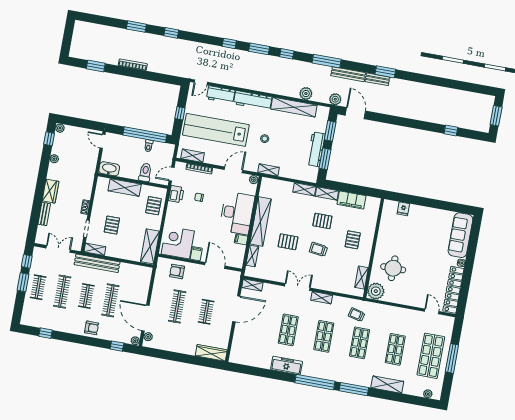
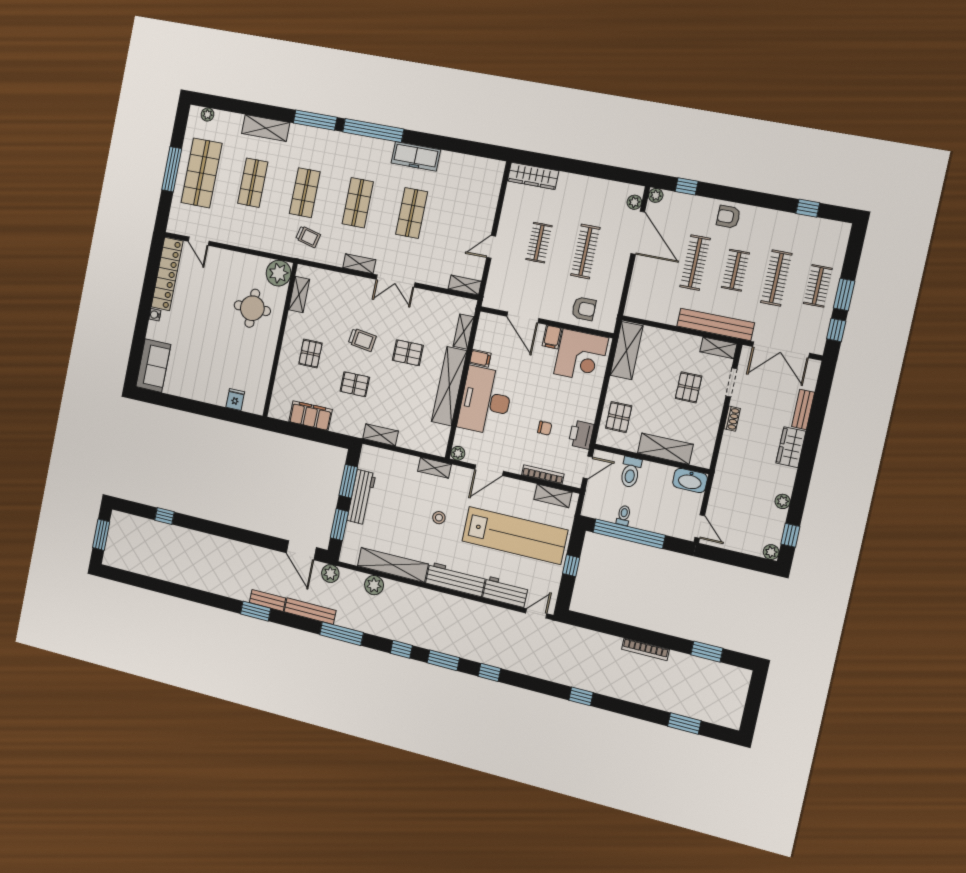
window: (136, 27) -> (684, 723), moved
shelving: (327, 193) -> (347, 427), removed
sofa: (460, 235) -> (153, 366), width x0.73
double door: (58, 249) -> (781, 350), width x1.37
door: (236, 309) -> (491, 247), width x0.53

